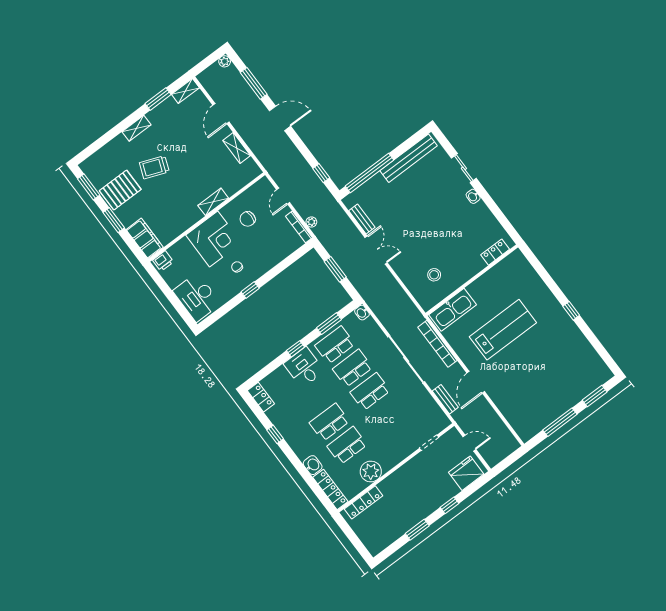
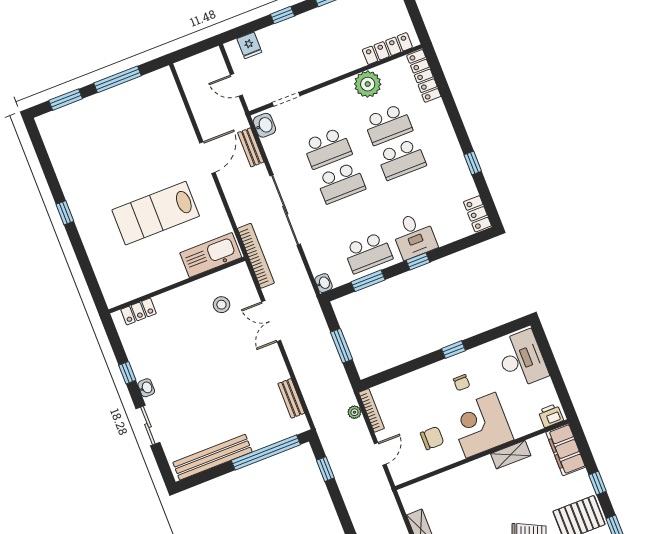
shelving: (213, 202) -> (511, 455), moved
window: (491, 204) -> (127, 373), added
window: (114, 220) -> (598, 483), width x0.67
double door: (376, 250) -> (271, 321), moved
bookcase: (437, 344) -> (256, 256), moved
school desk: (352, 368) -> (327, 148), moved
washbasin: (313, 465) -> (264, 125), moved, turned 180
fridge: (466, 473) -> (249, 45), width x0.53, depth x0.75

